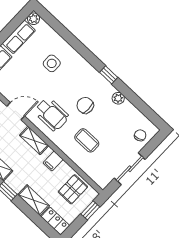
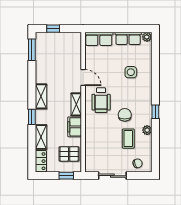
coffee table: (87, 140) -> (128, 139), moved
filing cabinet: (53, 161) -> (75, 127), width x2.00

